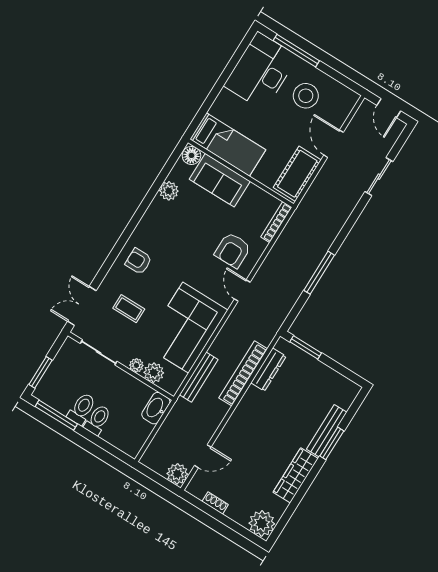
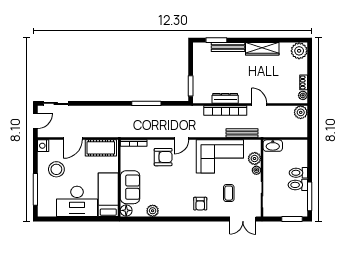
desk: (261, 71) -> (77, 201), moved
nightstand: (349, 98) -> (43, 146), added
sliding door: (379, 177) -> (56, 103), moved
dresser: (268, 370) -> (225, 98), moved
window: (332, 443) -> (216, 40), moved
door: (203, 456) -> (259, 105), moved
plant: (198, 491) -> (303, 95), added

